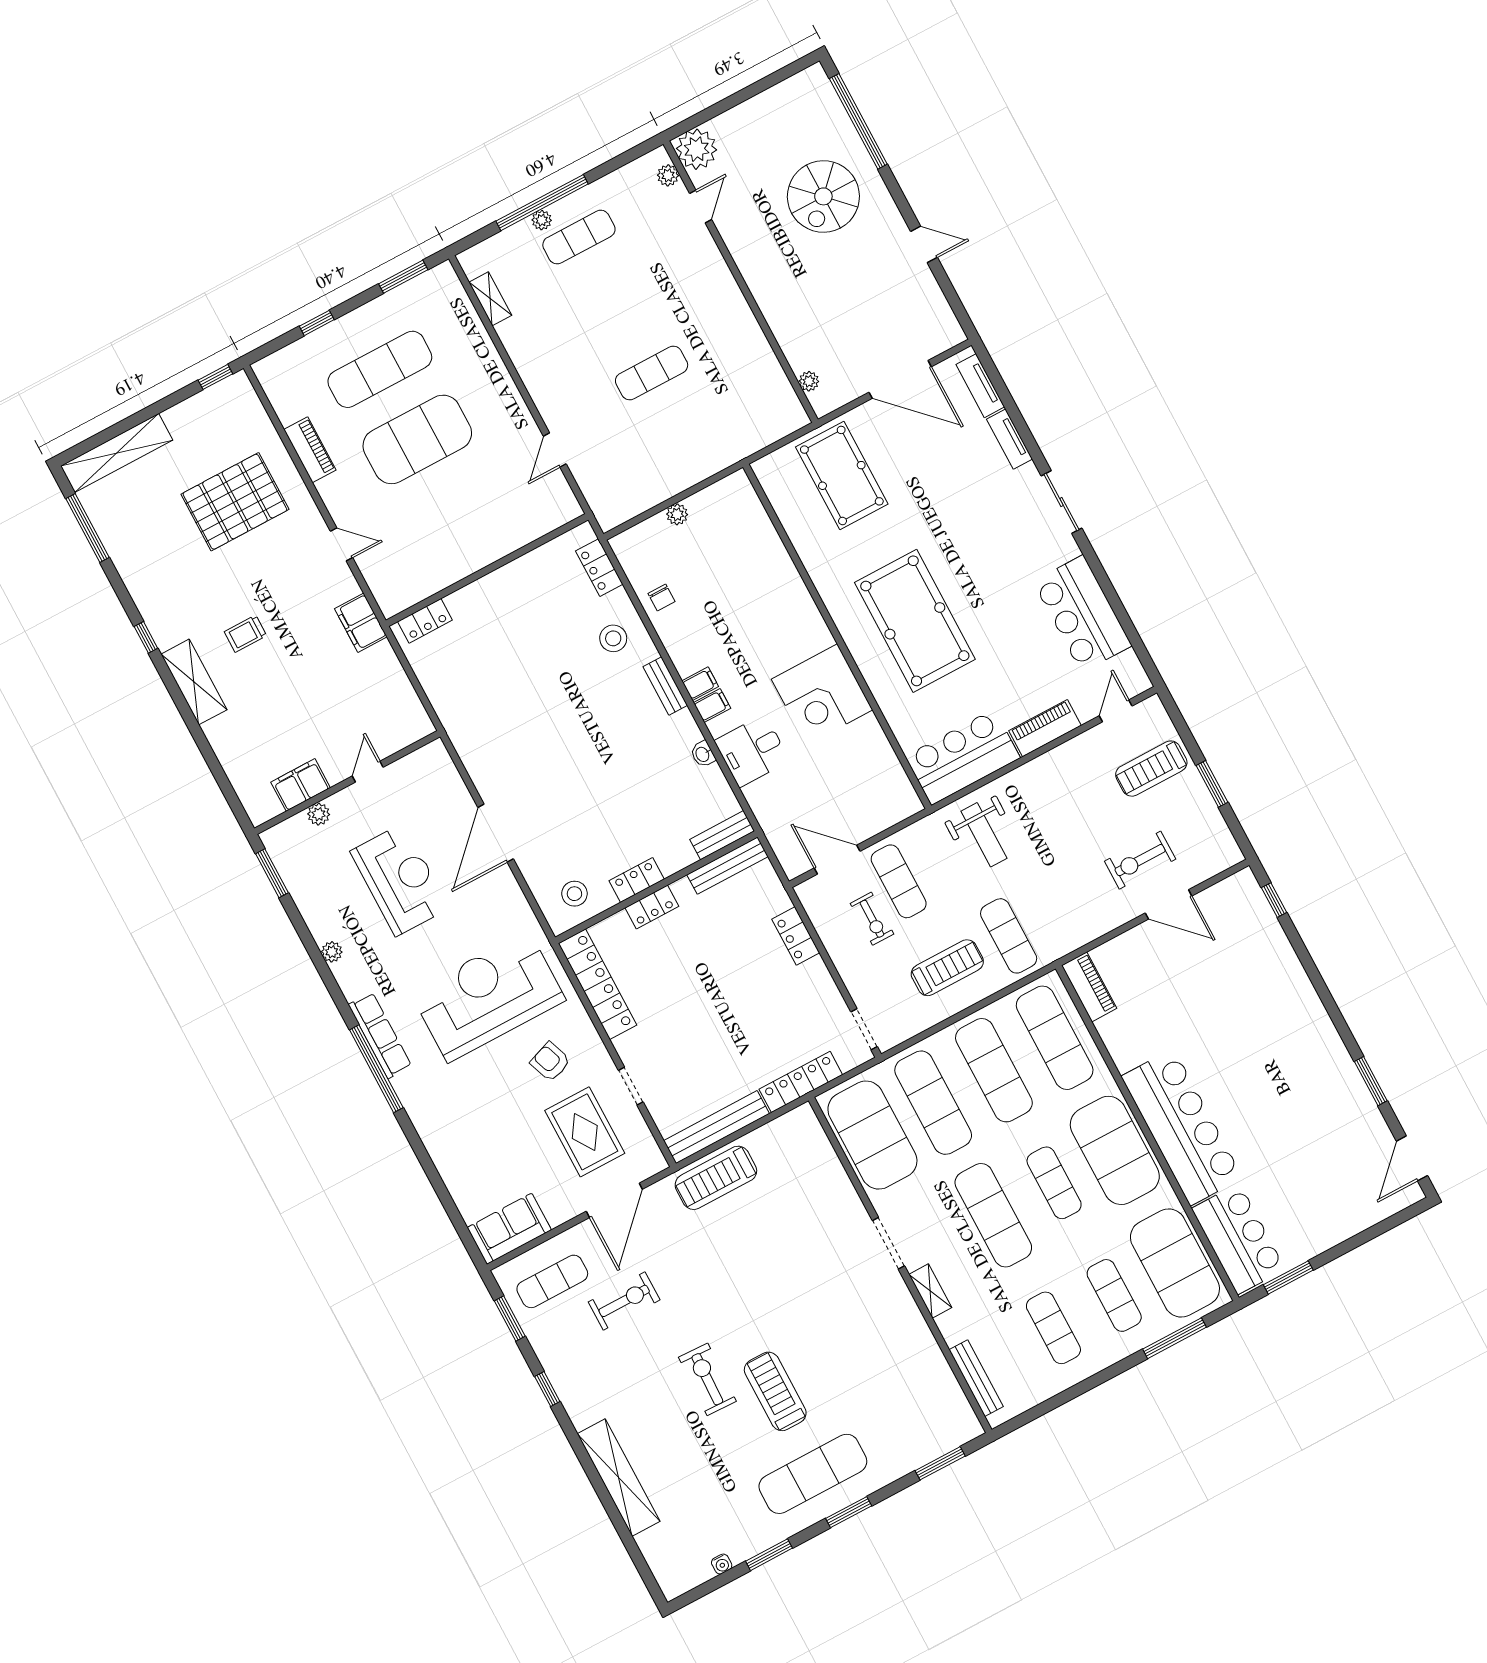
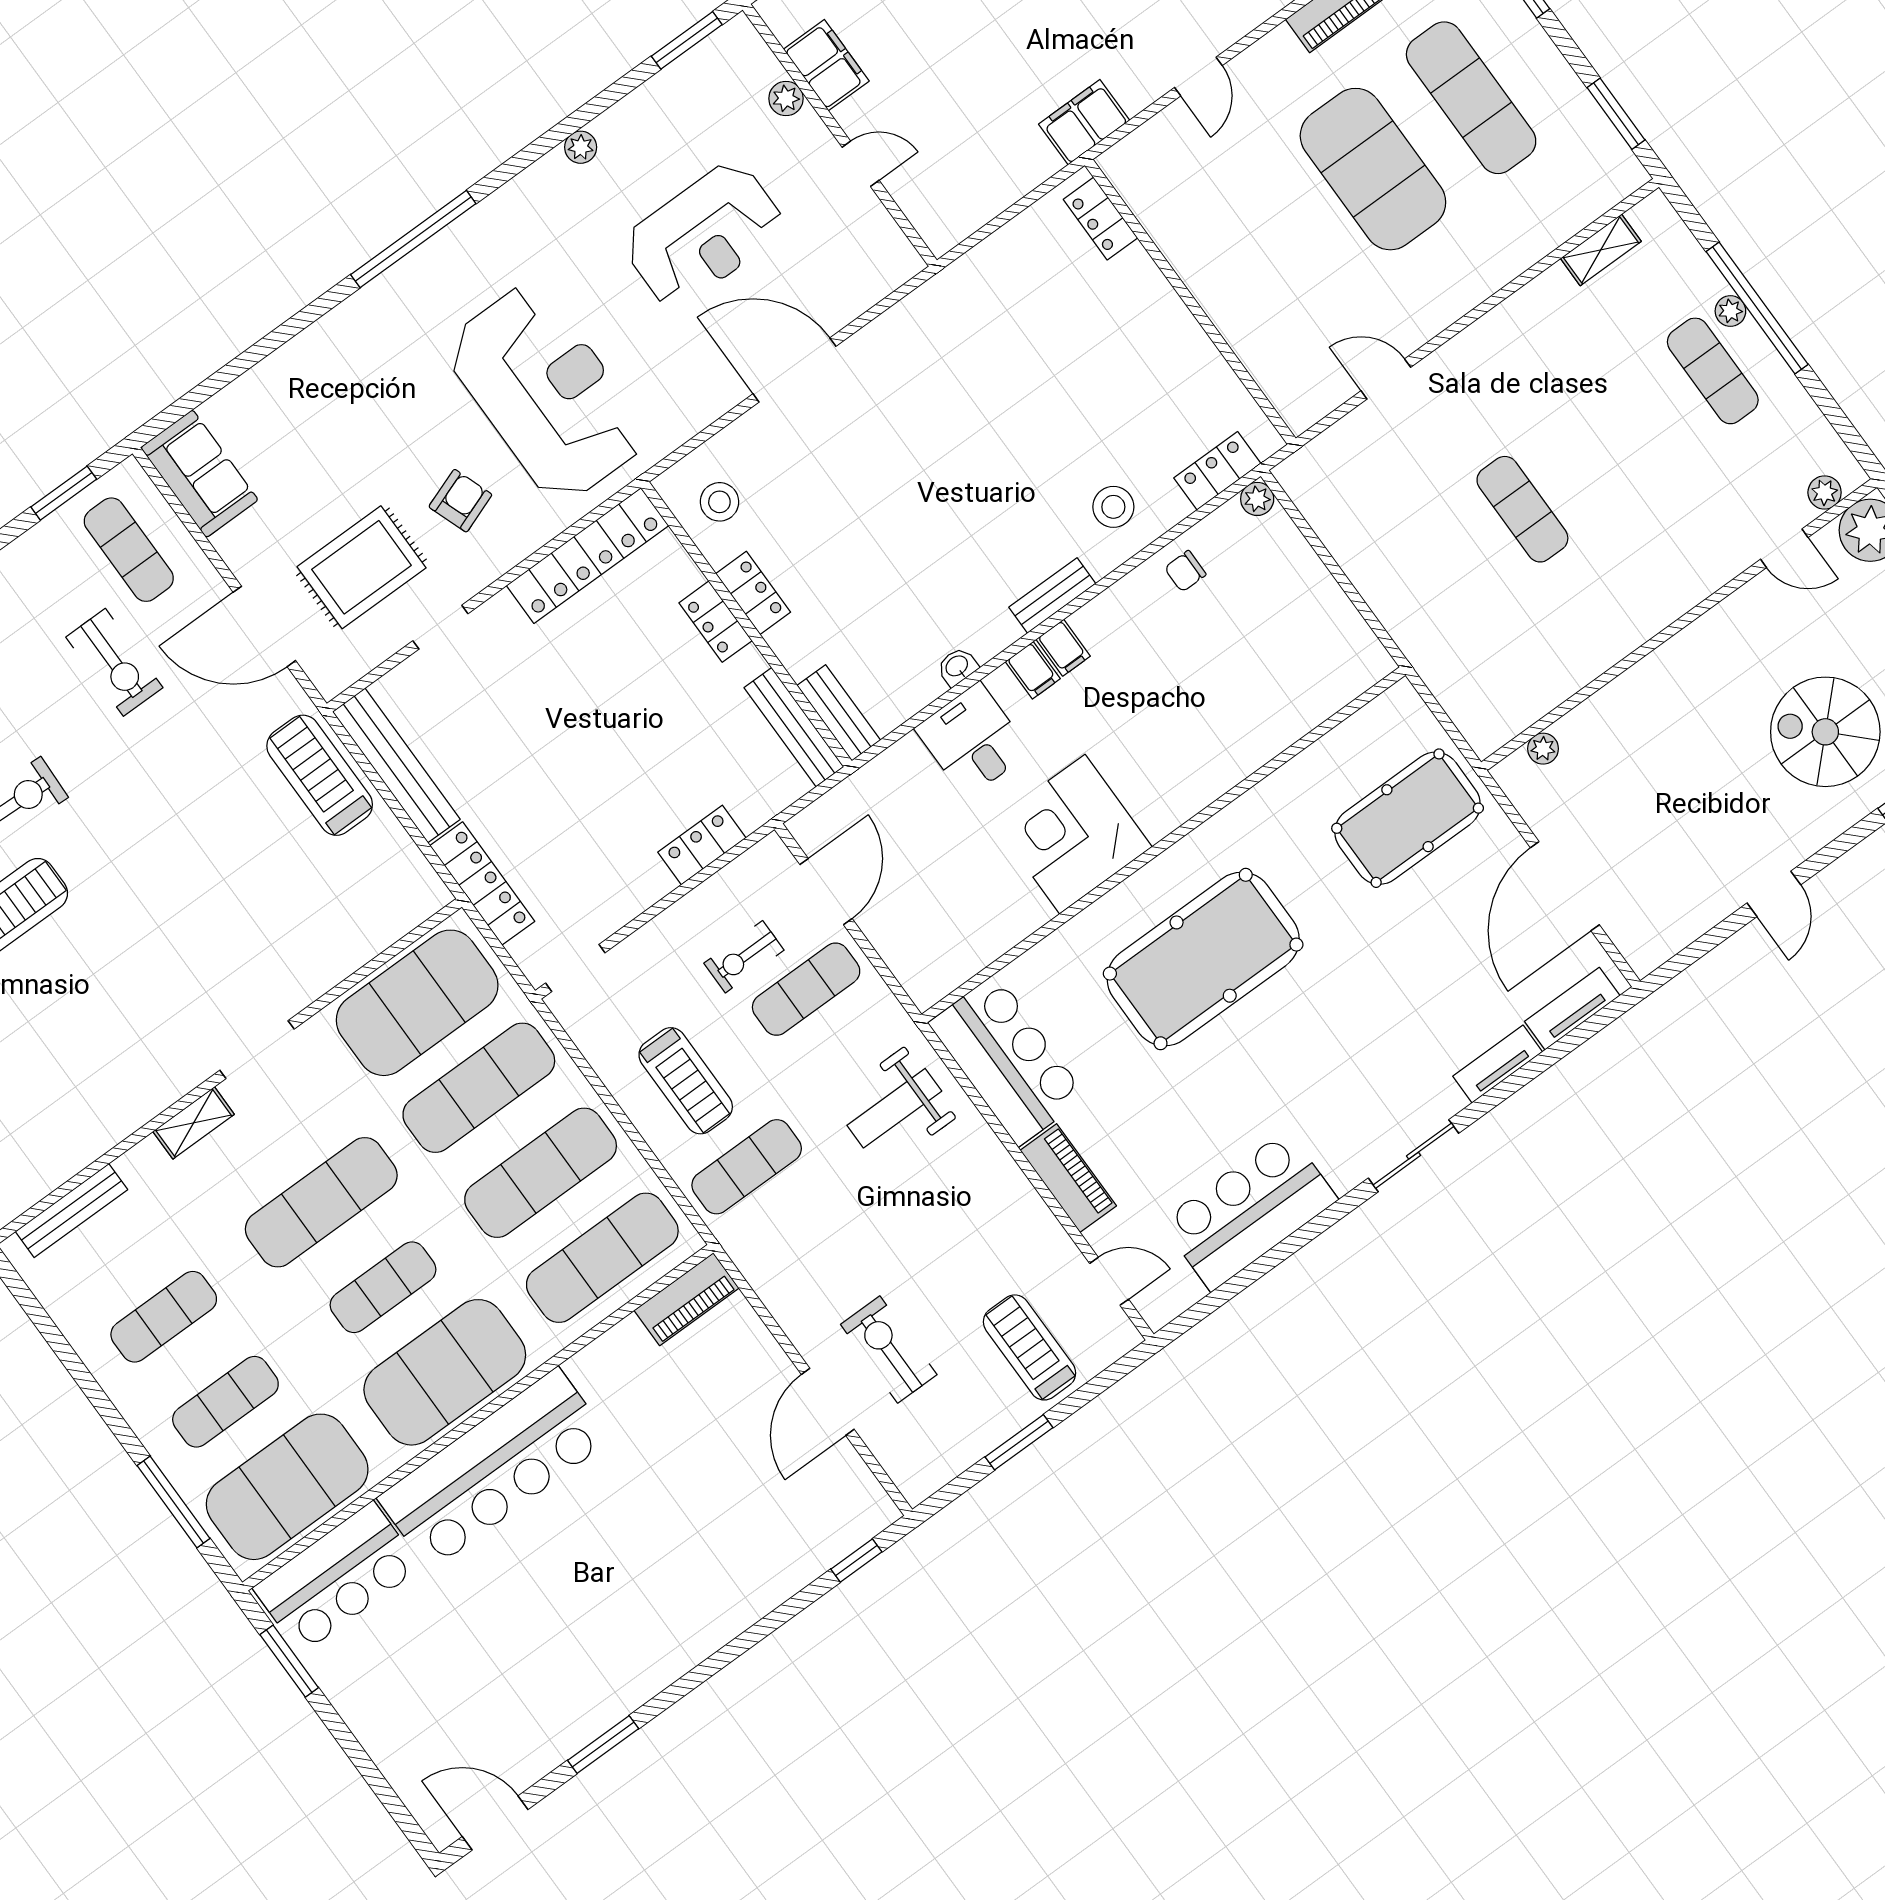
plant: (677, 514) -> (1257, 499), moved
row of seats: (380, 1035) -> (465, 238), removed

